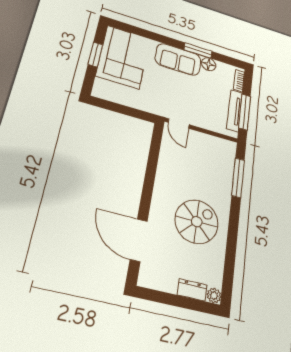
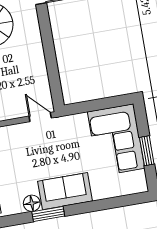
corner sofa: (123, 57) -> (116, 140), moved

